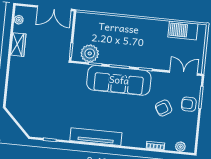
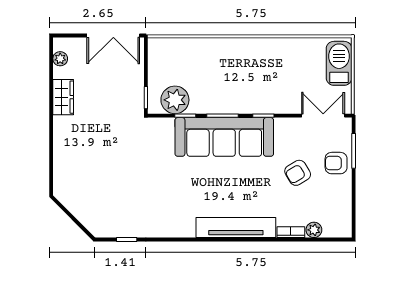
barbecue: (183, 30) -> (339, 63), moved, turned 90
tv unit: (96, 137) -> (236, 228), moved
plant: (180, 147) -> (314, 230), moved

